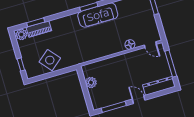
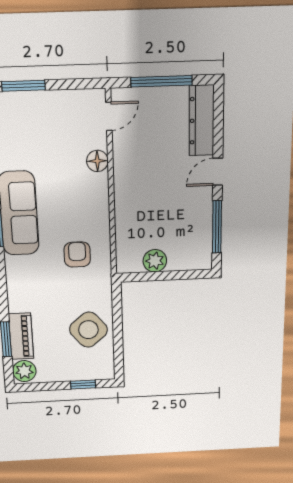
armchair: (85, 46) -> (77, 254), added

